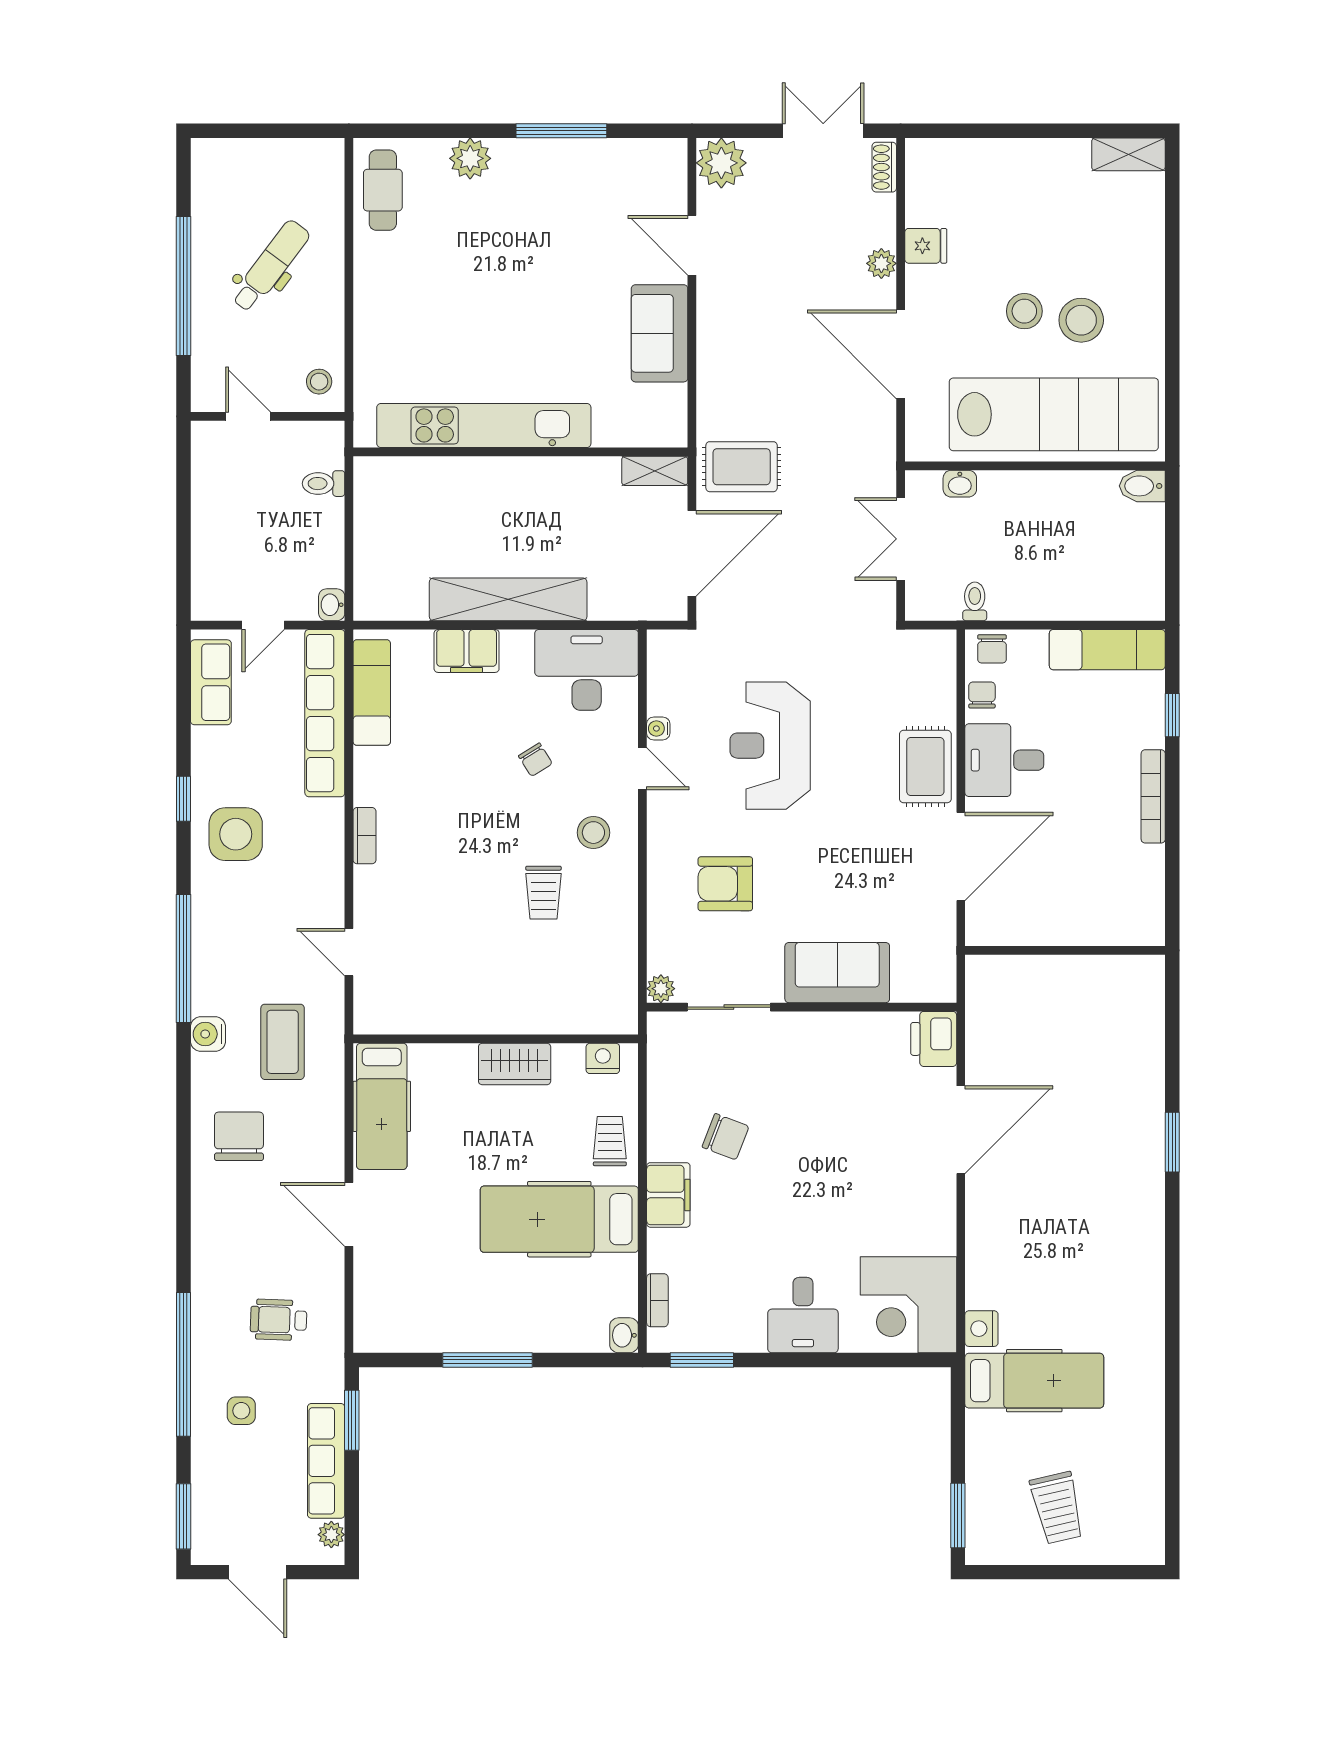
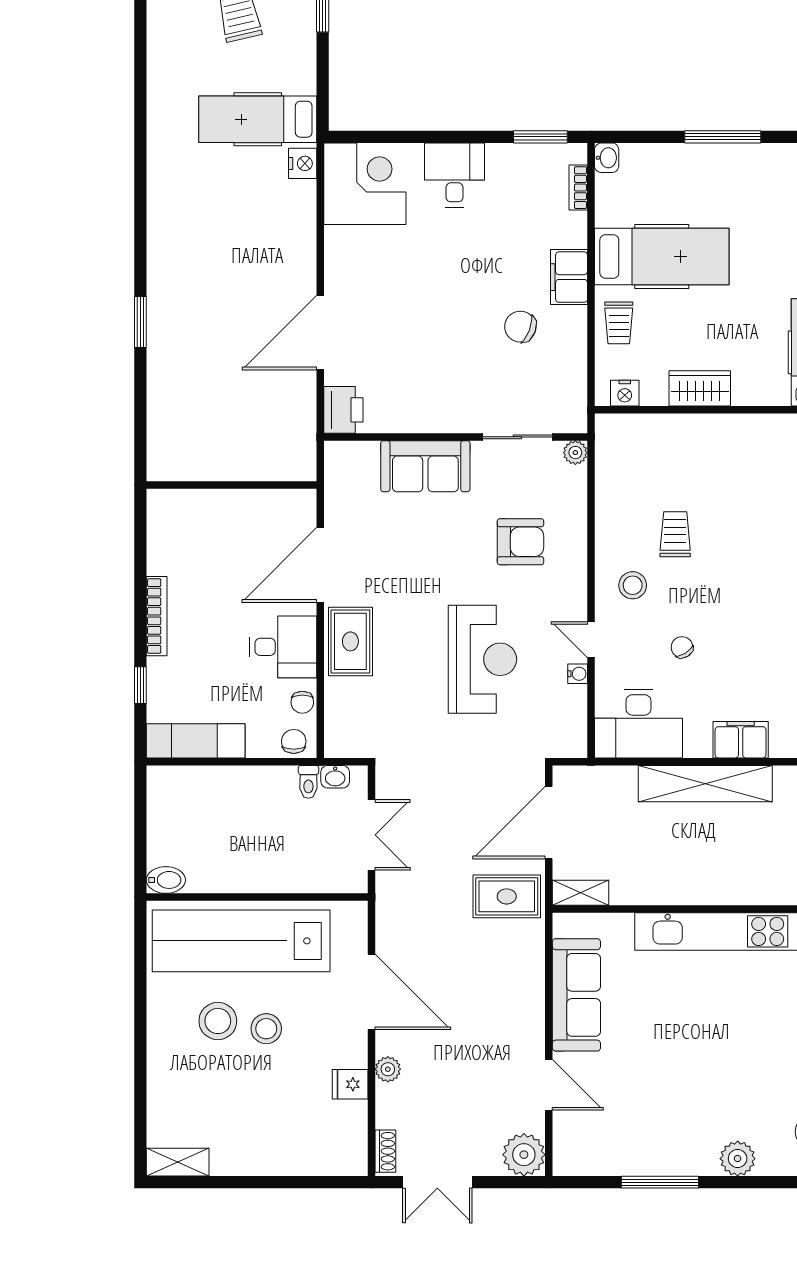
sofa: (660, 333) -> (576, 995), width x1.36
washbasin: (960, 484) -> (335, 777), moved, turned 180

